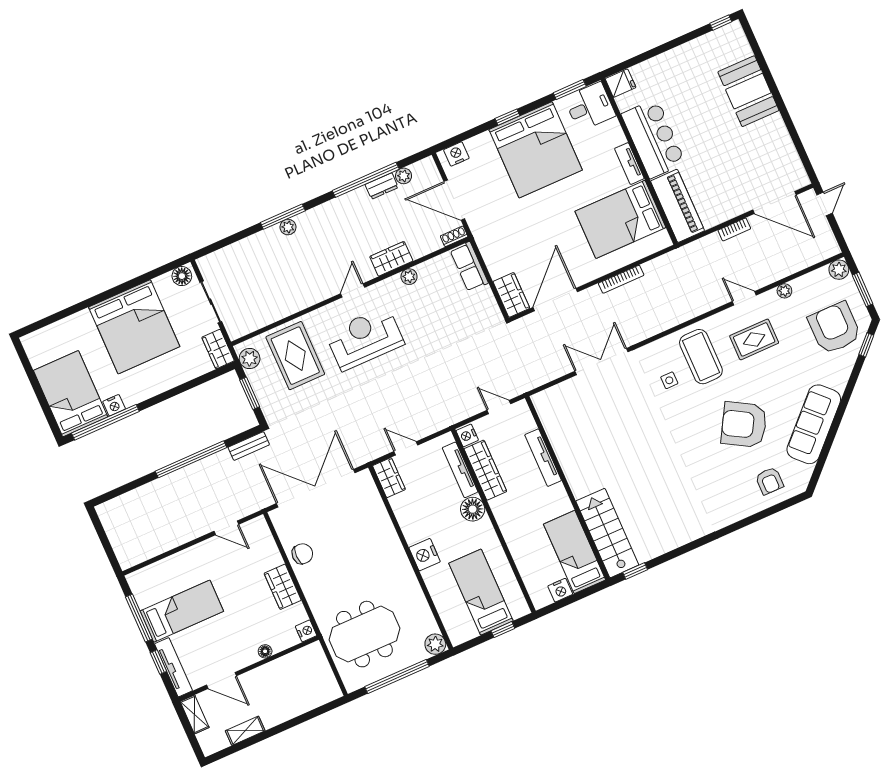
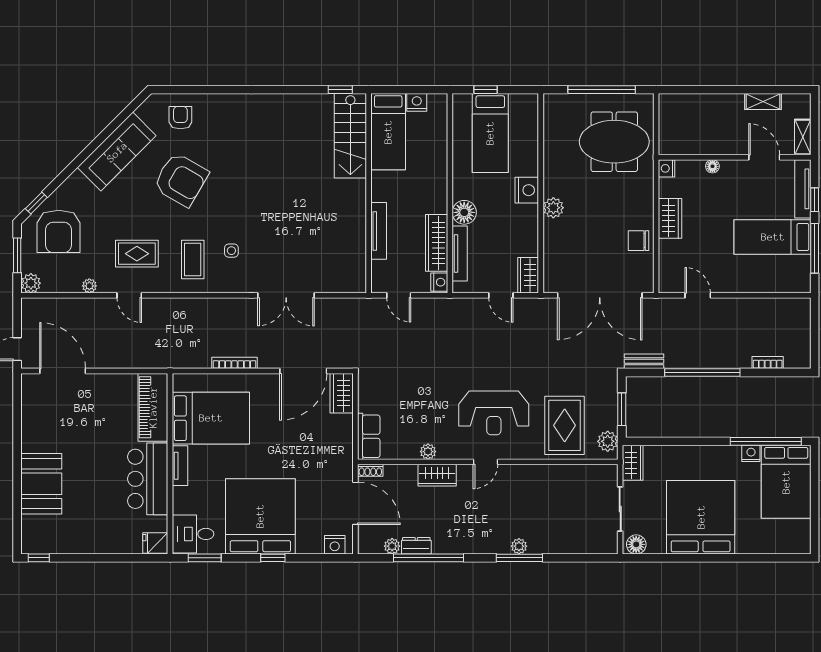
bookcase: (734, 229) -> (768, 363), moved
coffee table: (701, 357) -> (193, 259), width x0.73, depth x0.76
plant: (435, 644) -> (553, 208), moved

